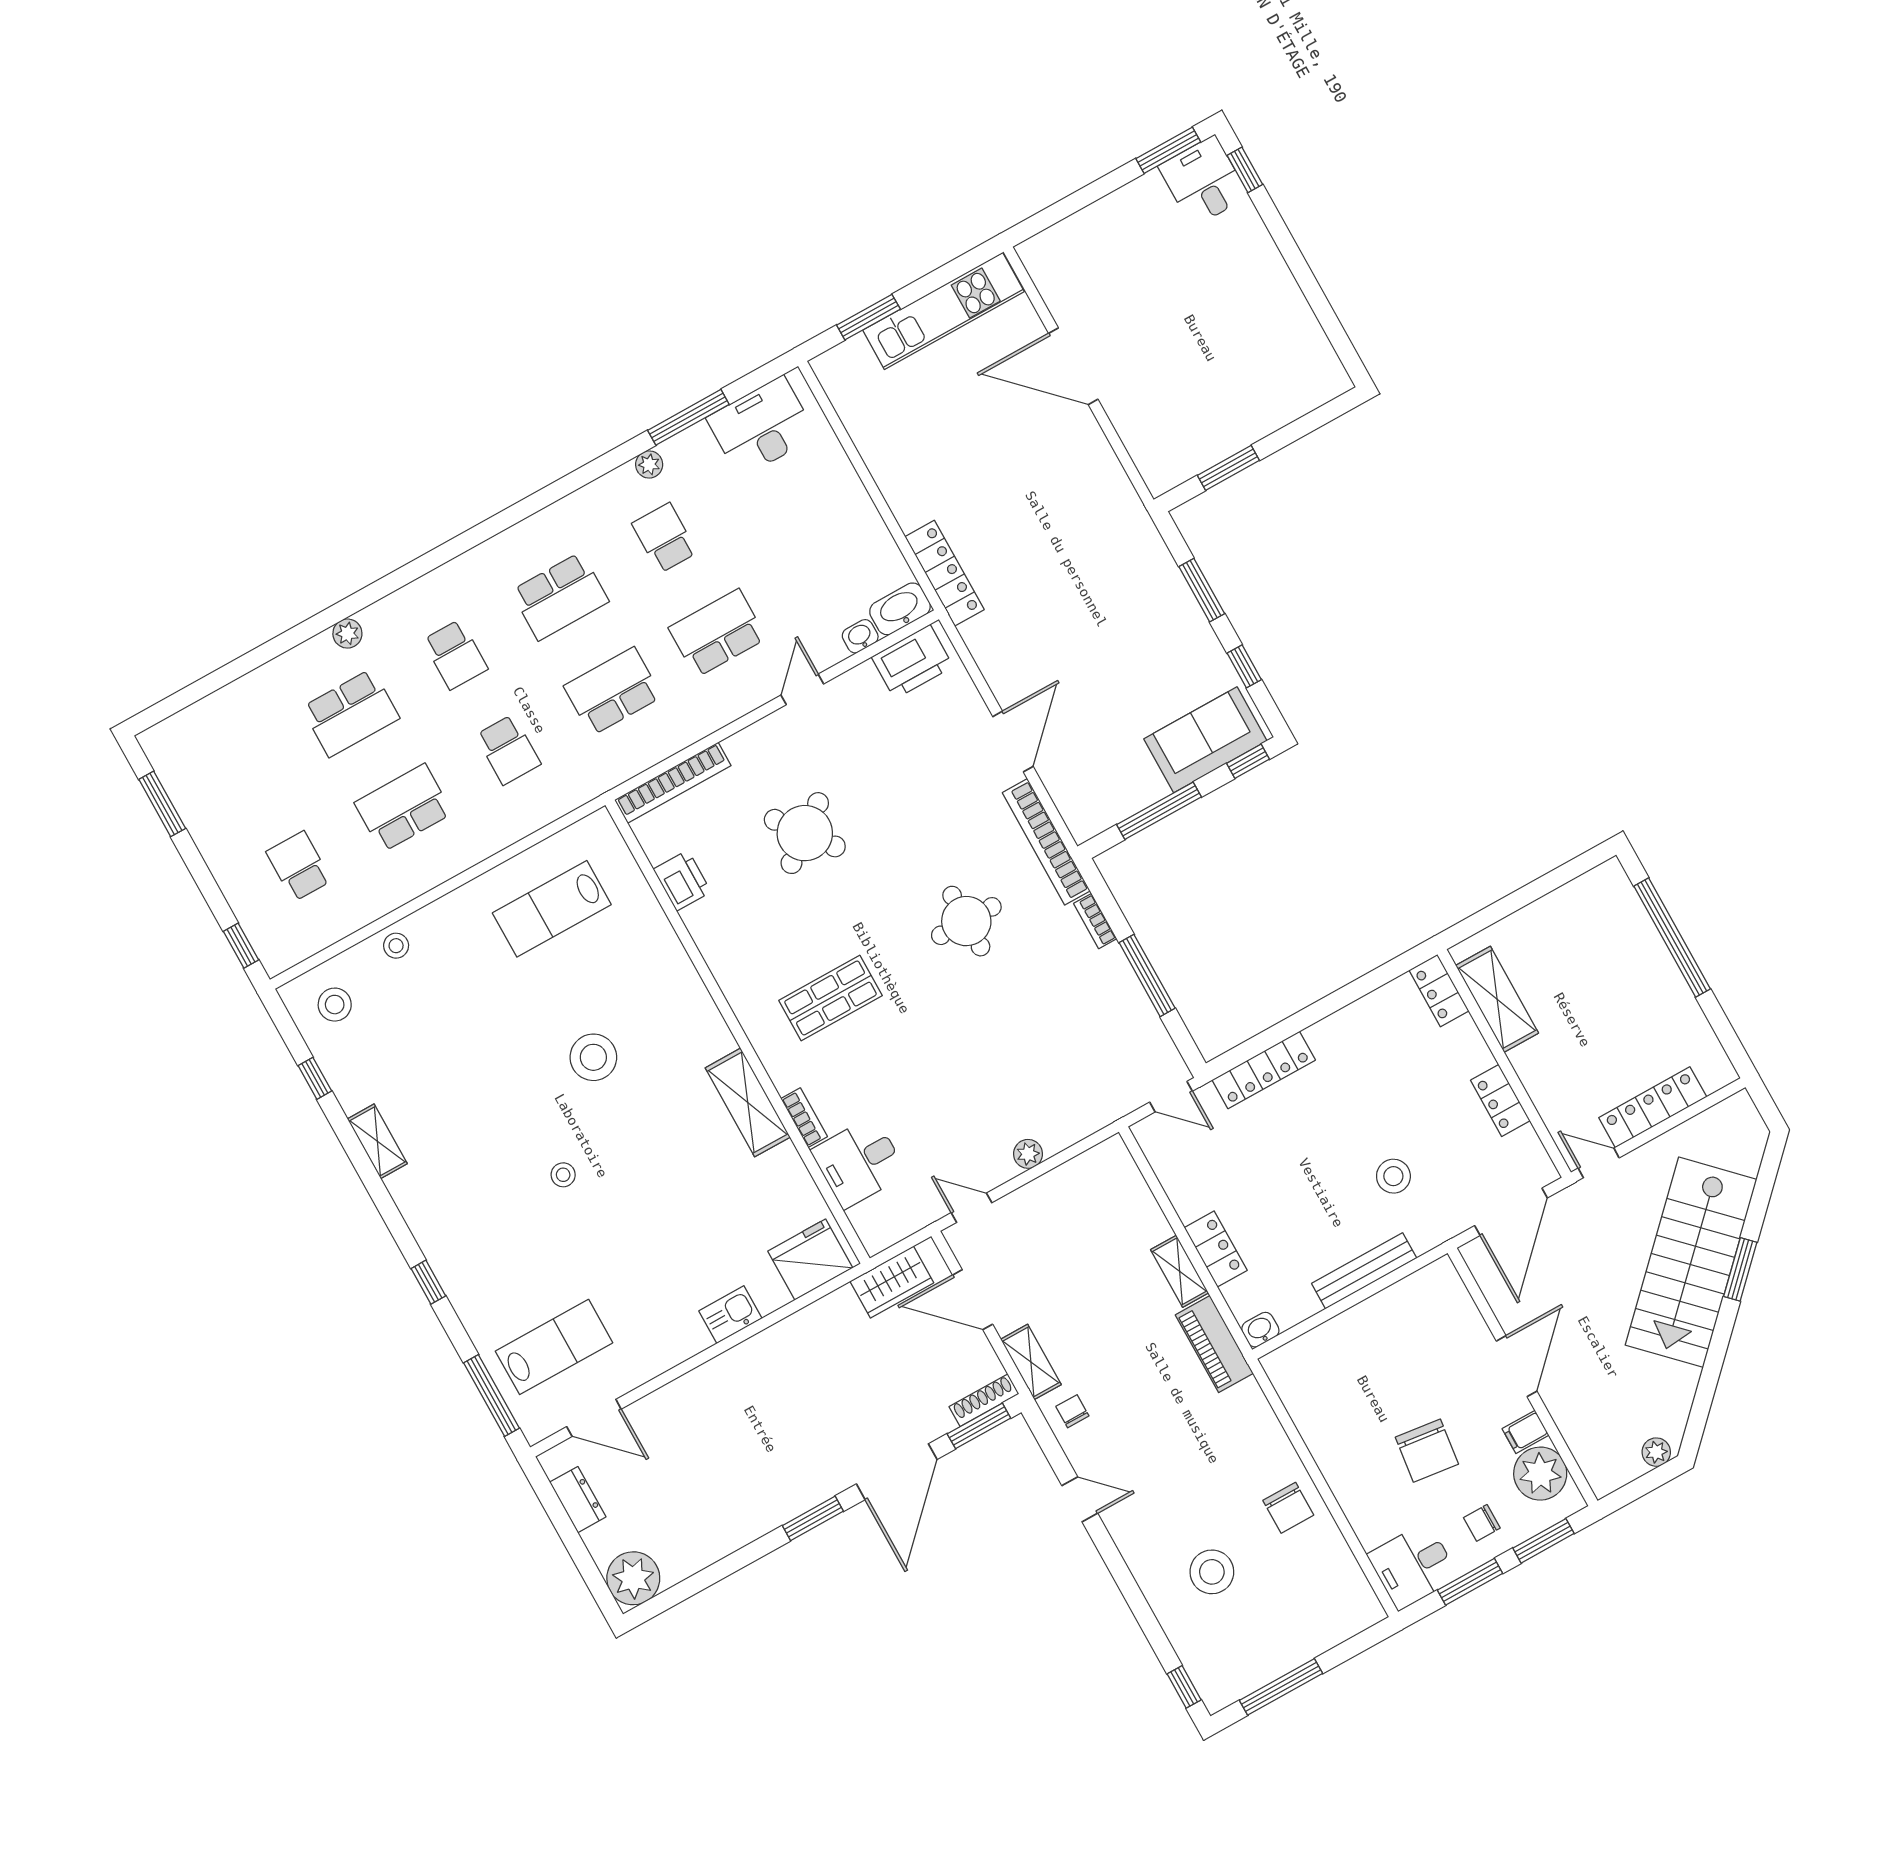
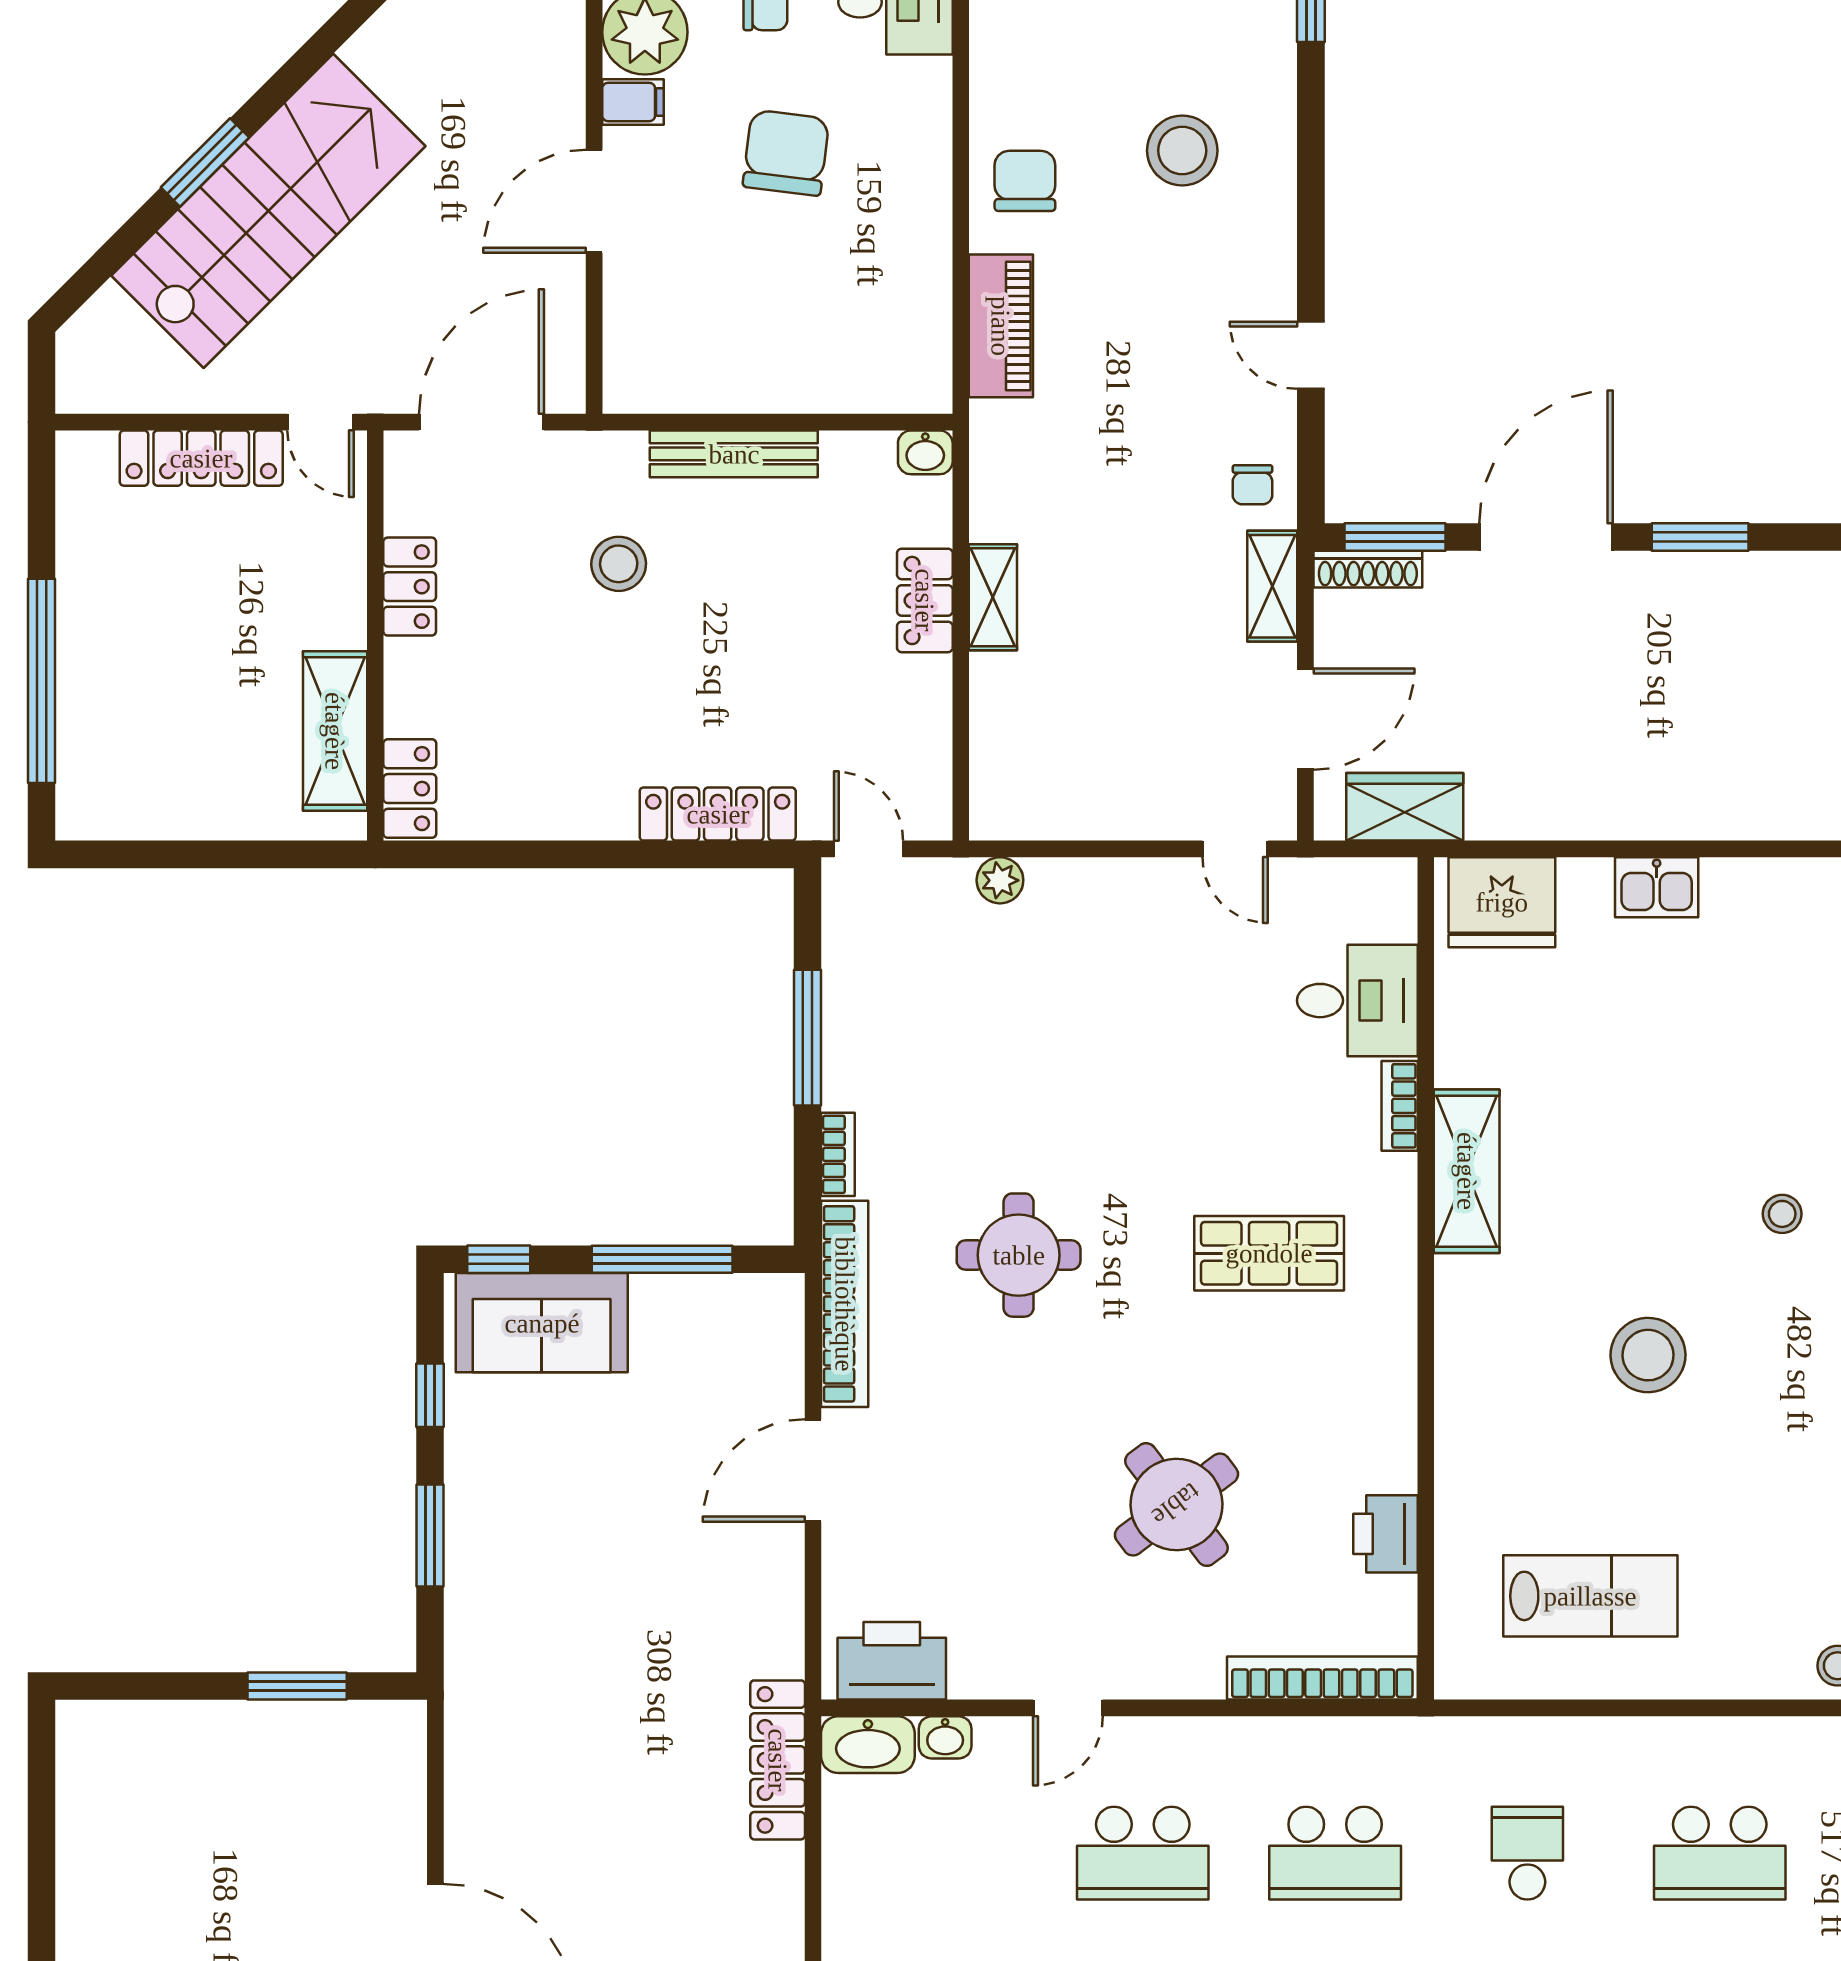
plant: (1028, 1154) -> (1000, 880), moved
door: (973, 1300) -> (1305, 719), hinge flipped
piano: (1214, 1344) -> (1001, 326), moved

